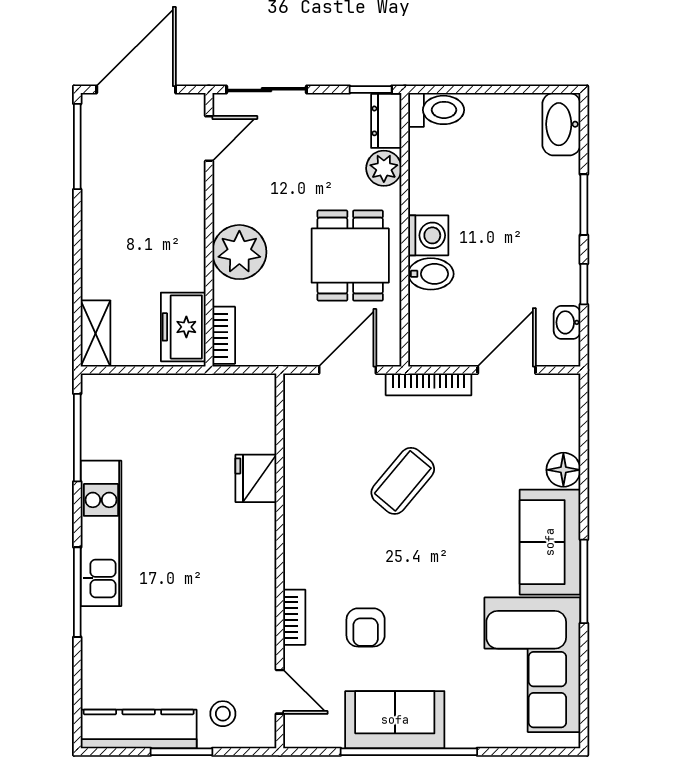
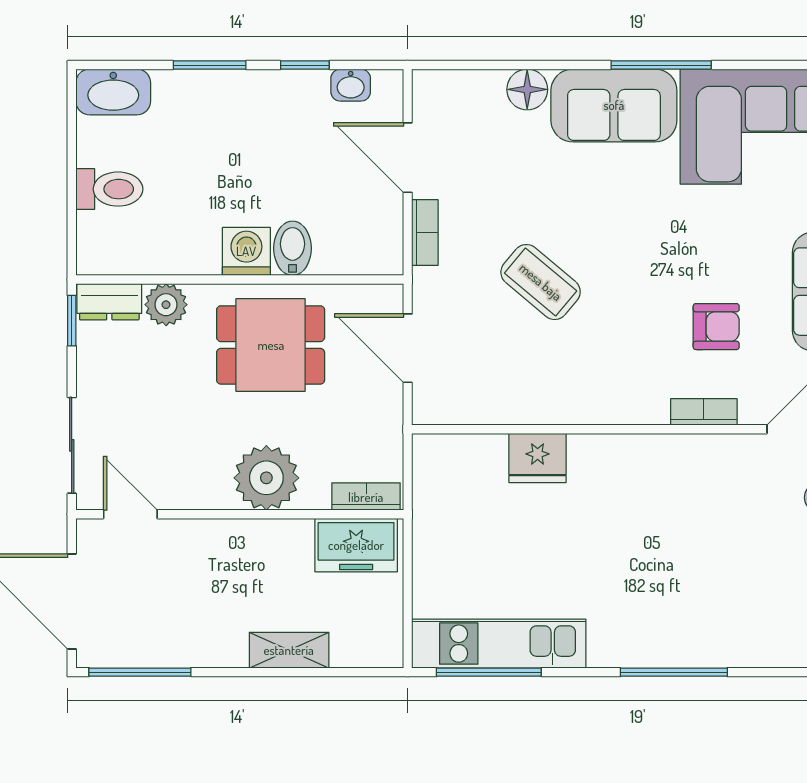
toilet: (436, 110) -> (109, 189), moved, turned 90
shelving: (95, 333) -> (289, 650), moved
bookcase: (429, 384) -> (425, 233), width x0.64
kitchen unit: (101, 533) -> (499, 644), moved

